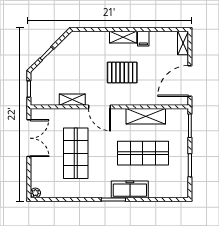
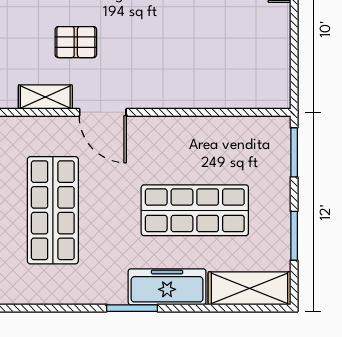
pallet: (122, 73) -> (76, 42), moved, width x0.67, depth x0.71
door: (190, 81) -> (294, 58), removed
shelving: (146, 116) -> (249, 288), moved

